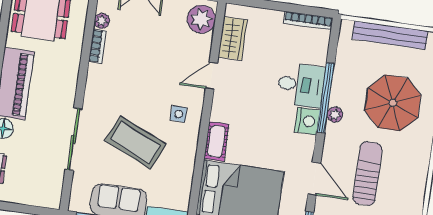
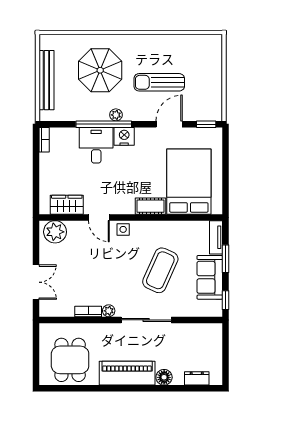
bookcase: (308, 20) -> (44, 140), width x0.64
plant: (102, 21) -> (109, 311), moved
side table: (179, 114) -> (123, 229), moved
sliding door: (74, 139) -> (146, 320), moved

